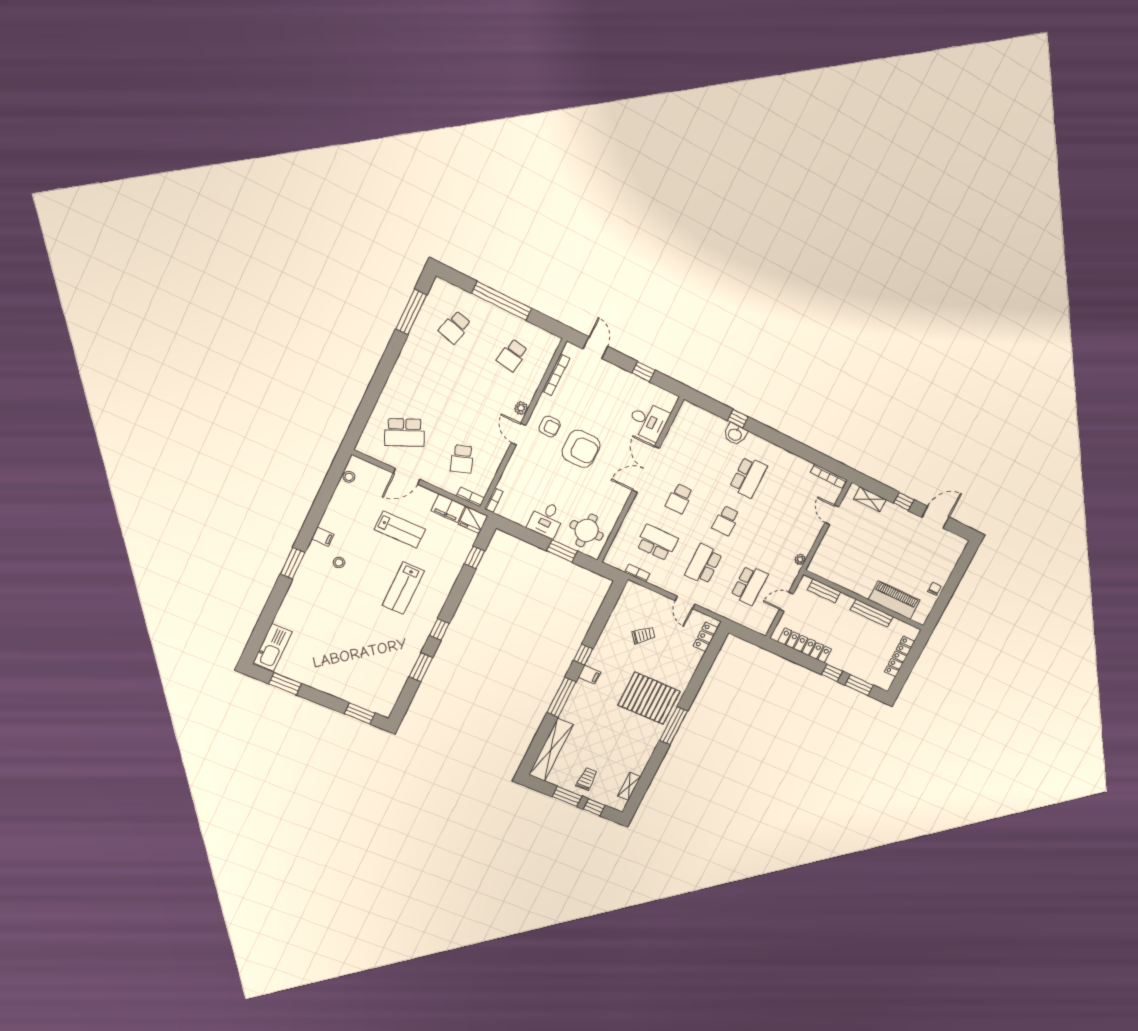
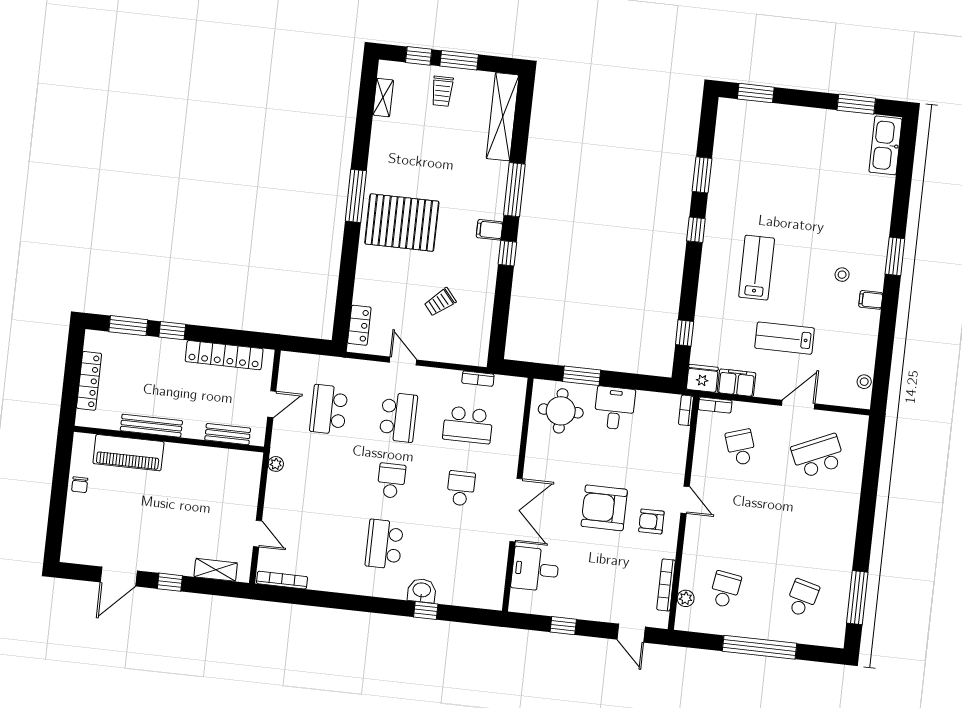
plant: (521, 408) -> (686, 598), moved

